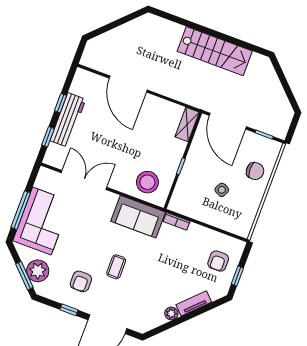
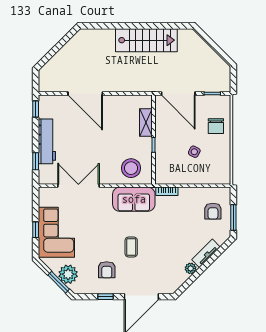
window: (61, 103) -> (36, 109), moved
shelving: (187, 125) -> (146, 123), moved
chair: (255, 171) -> (216, 126), turned 90
window: (21, 210) -> (36, 230), width x0.46
window: (237, 276) -> (233, 218), width x1.50

